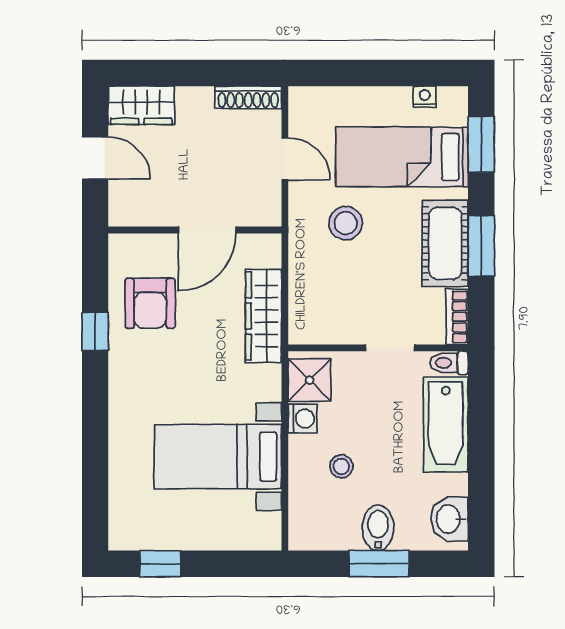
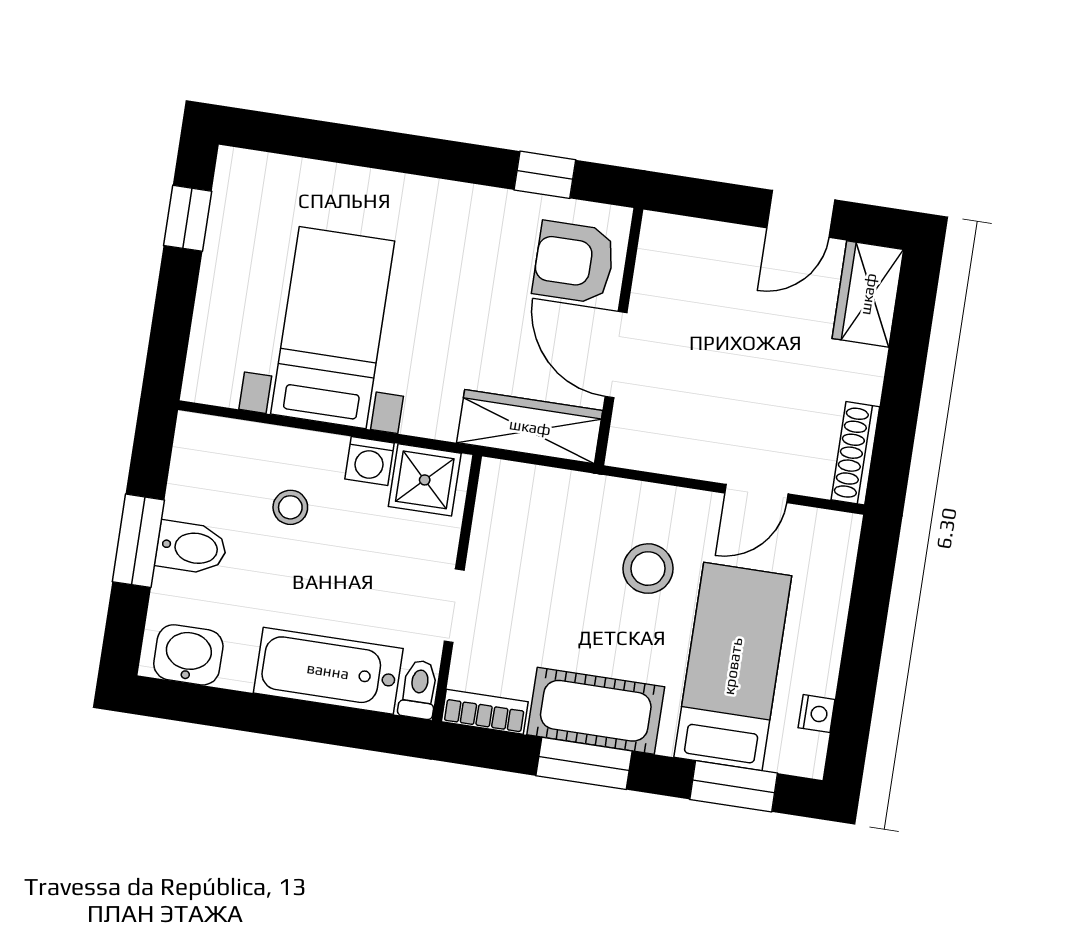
wall: (195, 230) -> (619, 337), moved
door: (207, 230) -> (616, 355), moved

